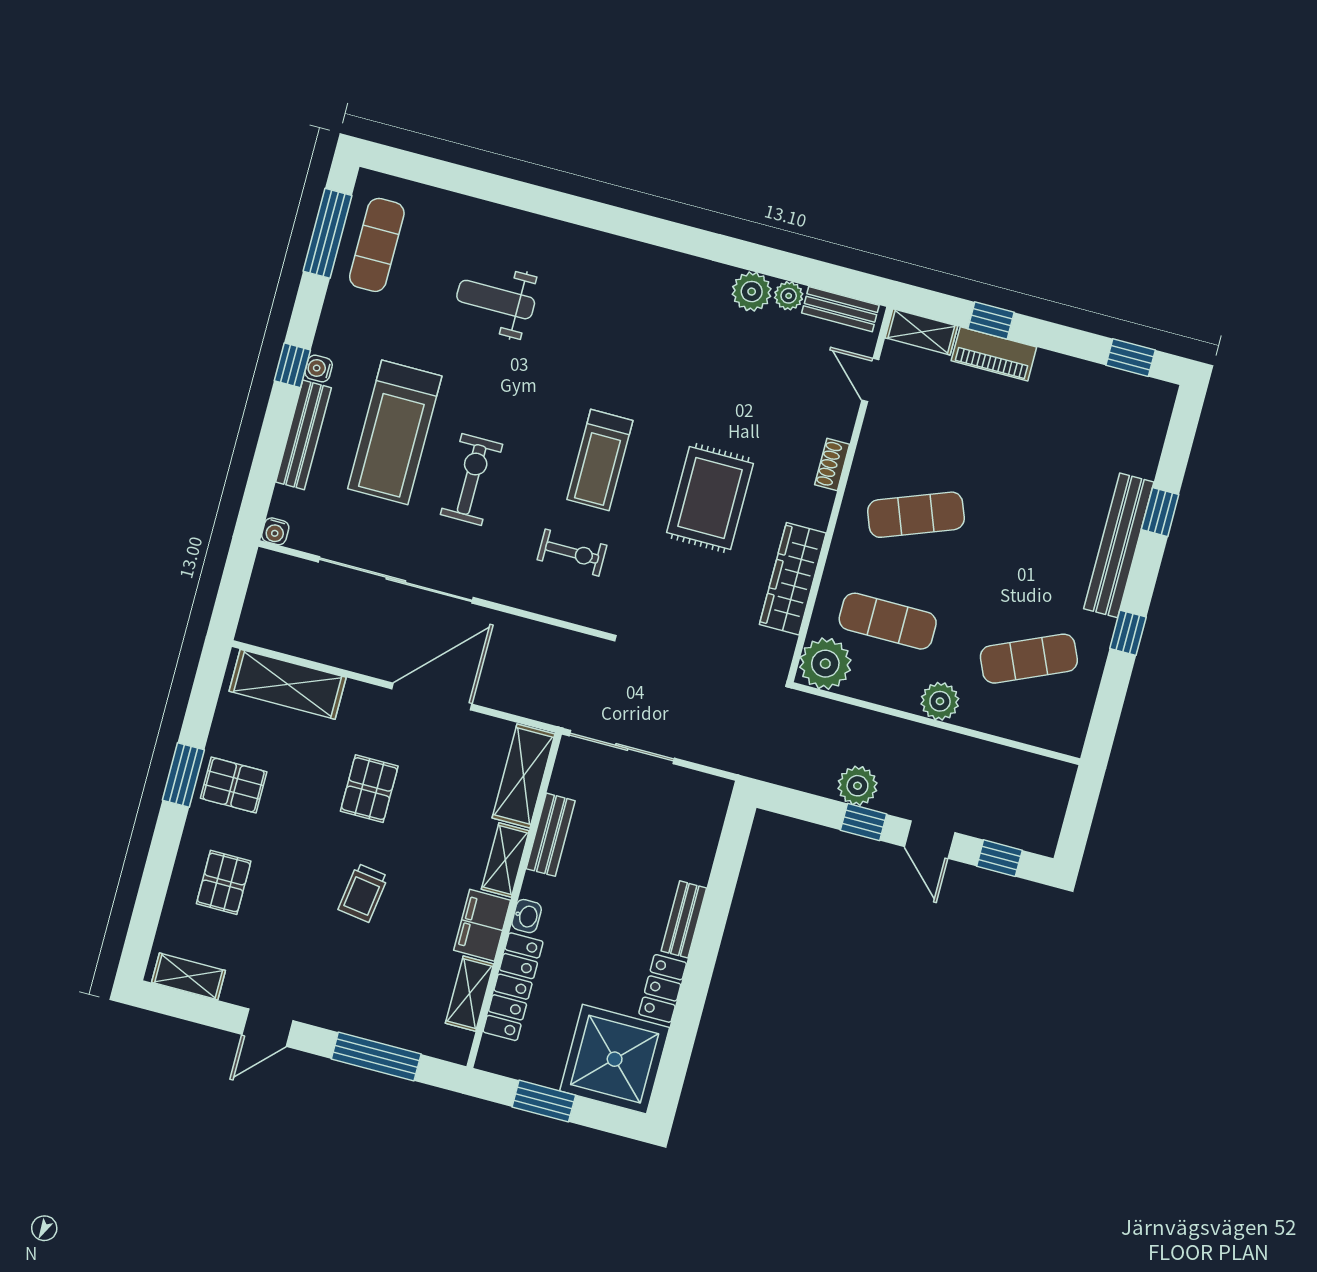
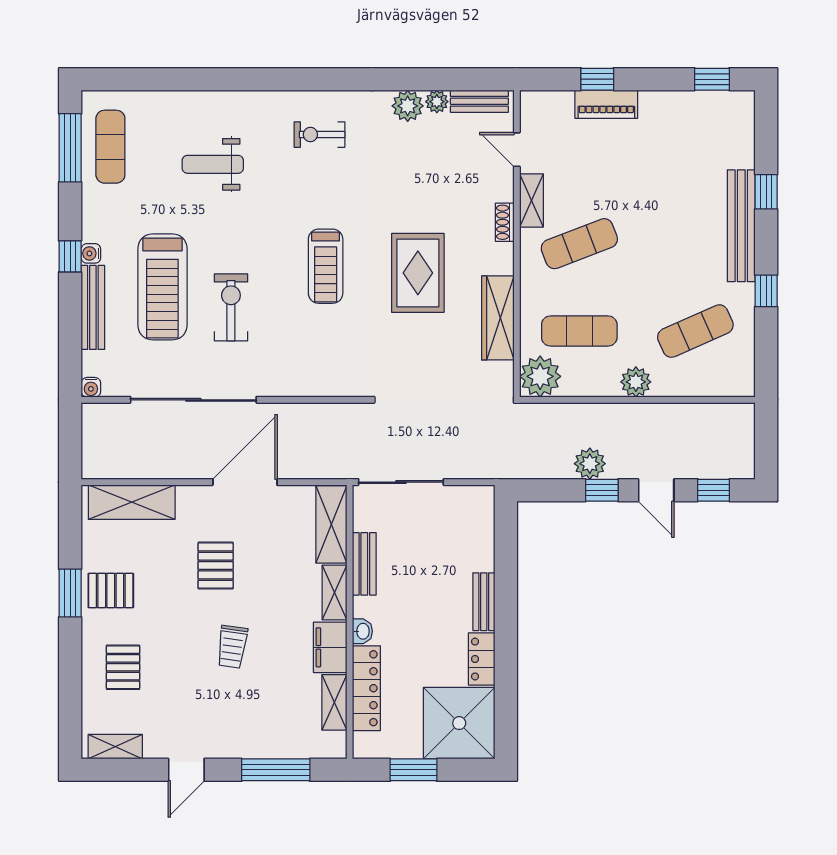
shelving: (921, 332) -> (531, 200), moved, turned 90
exercise bike: (572, 553) -> (320, 135), moved, turned 180

